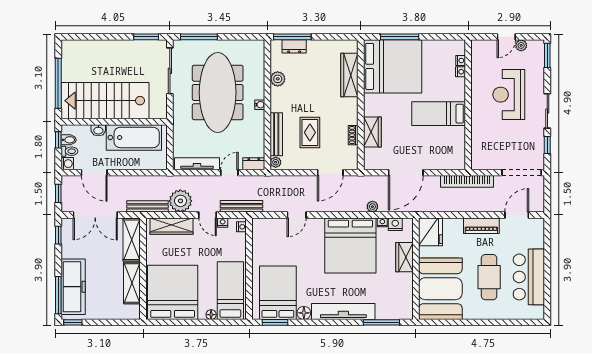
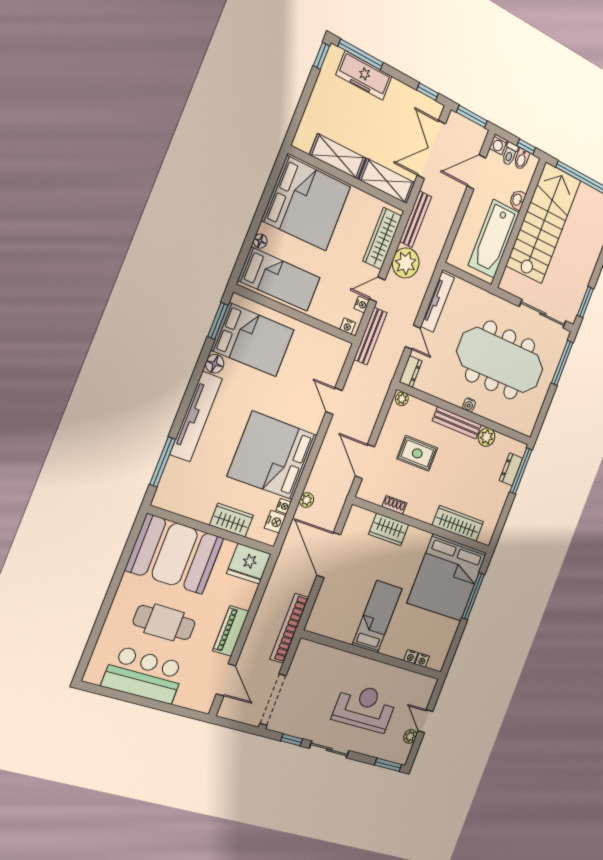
bench: (276, 134) -> (457, 423), moved
window: (58, 193) -> (472, 116), width x1.50
freezer: (73, 287) -> (364, 76), width x0.73, depth x0.79

